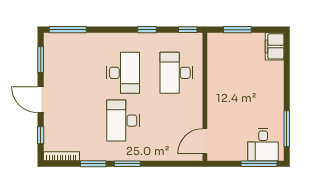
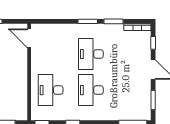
desk: (176, 73) -> (51, 90), turned 180
desk: (123, 121) -> (91, 54), turned 180
door: (205, 141) -> (29, 38), swing flipped

